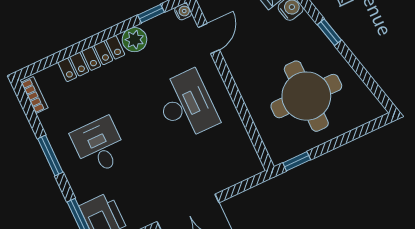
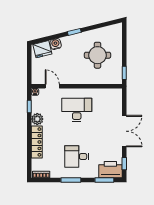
round table: (306, 96) -> (98, 55), width x0.73, depth x0.73

